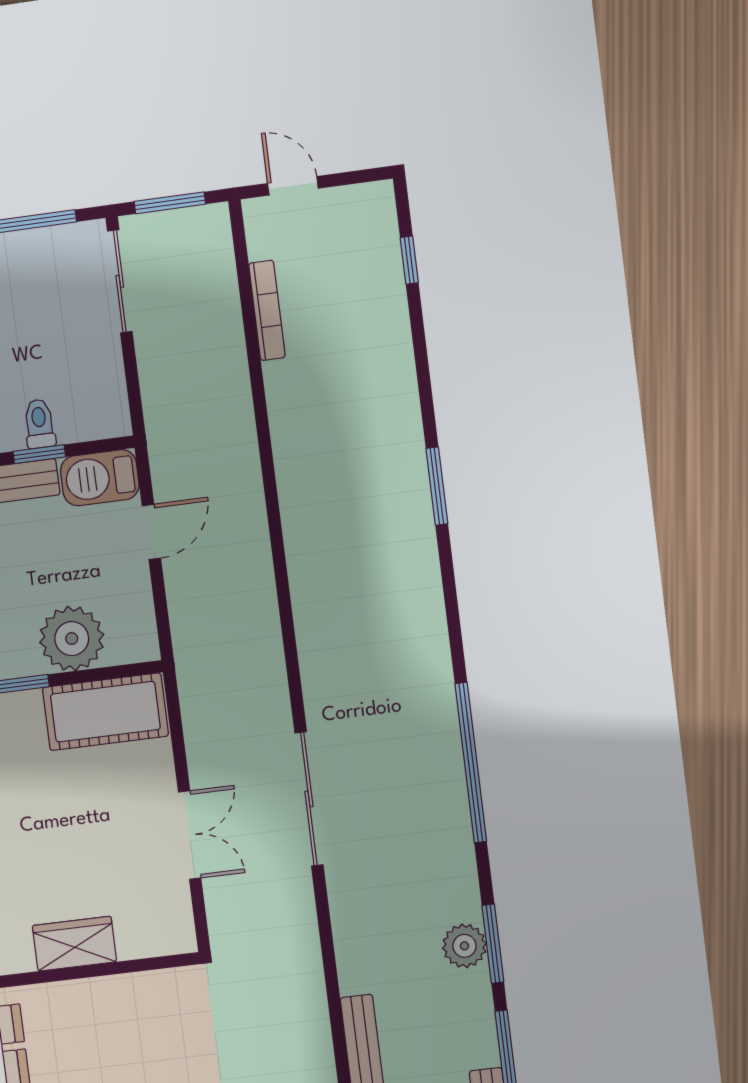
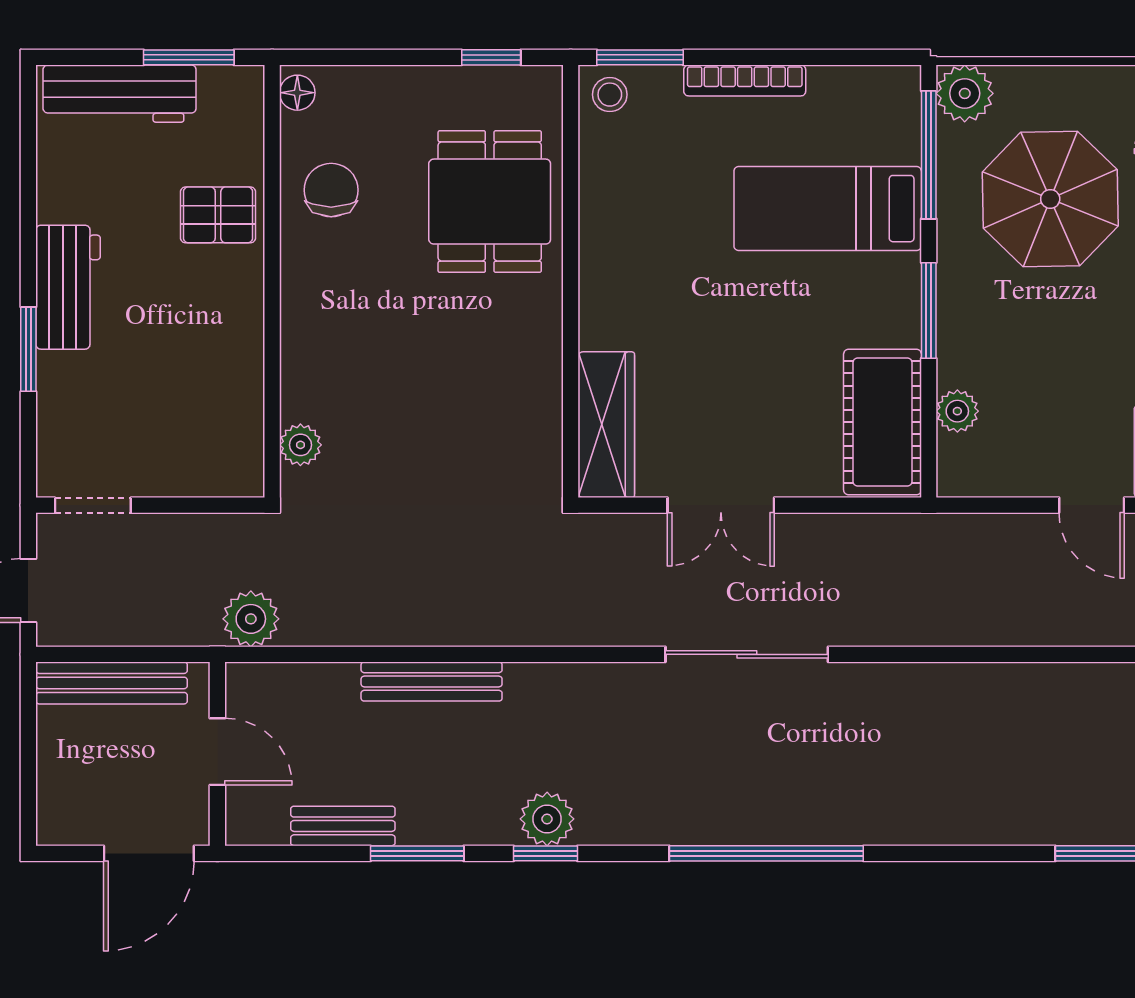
plant: (72, 639) -> (957, 411), width x0.53, depth x0.53
wardrobe: (74, 944) -> (606, 425), moved, width x1.50
window: (493, 944) -> (545, 853), width x0.67

